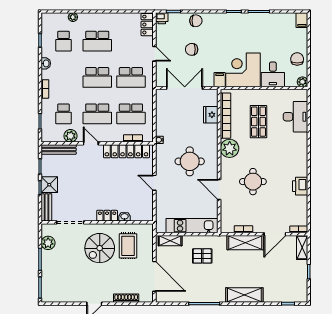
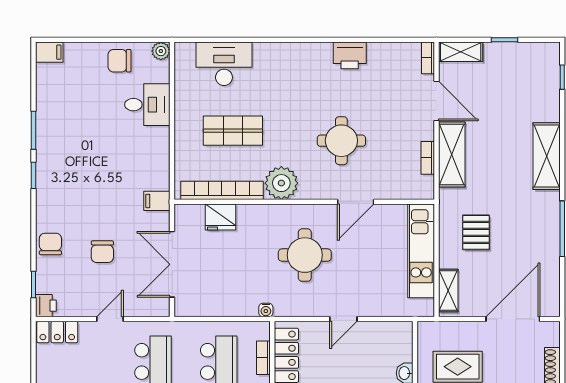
corner desk: (243, 70) -> (139, 159), removed

